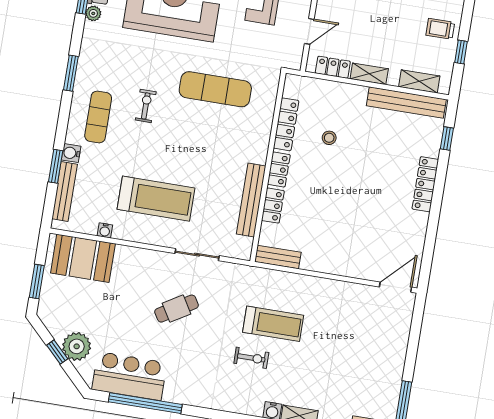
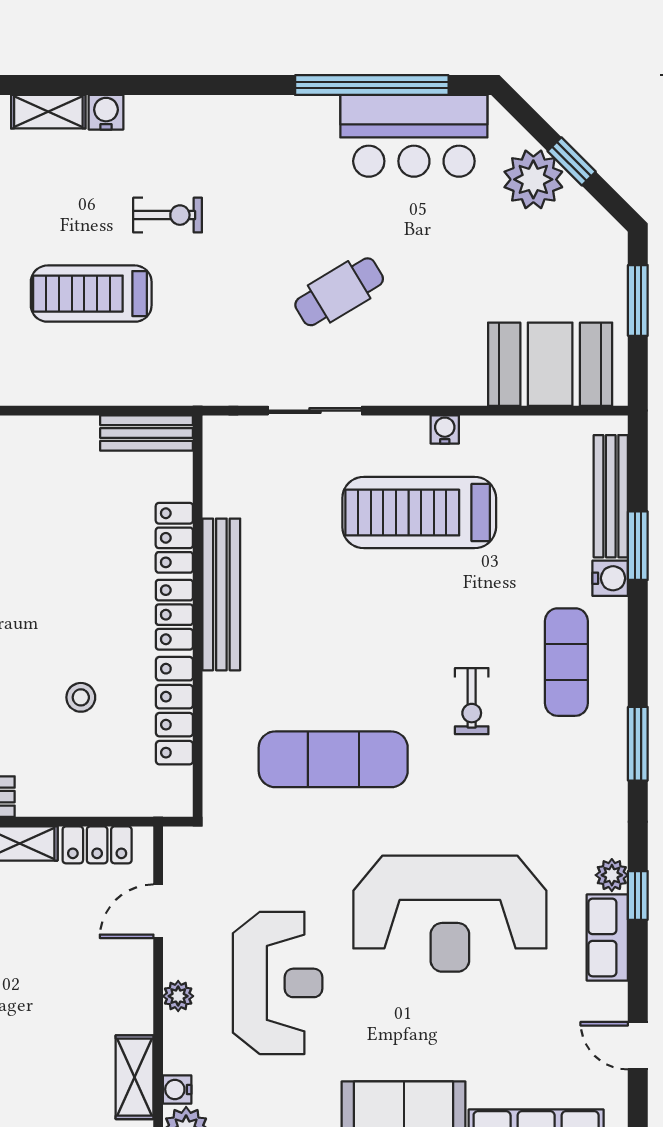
bench: (251, 200) -> (221, 594), moved
water cooler: (105, 230) -> (445, 429), moved
treadmill: (273, 324) -> (91, 294), moved
exercise bike: (251, 358) -> (168, 215), turned 180

